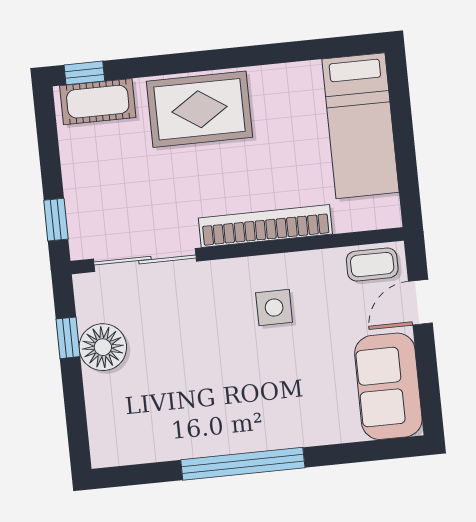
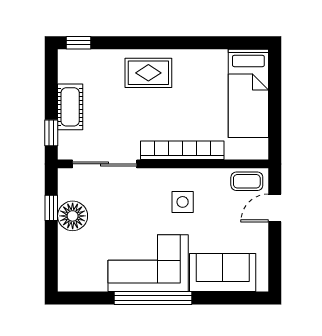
cot: (98, 102) -> (70, 107), moved, turned 90
rug: (200, 109) -> (148, 73), width x0.73, depth x0.70
sofa: (388, 386) -> (223, 273), moved, turned 90
corner sofa: (229, 409) -> (148, 263), added

